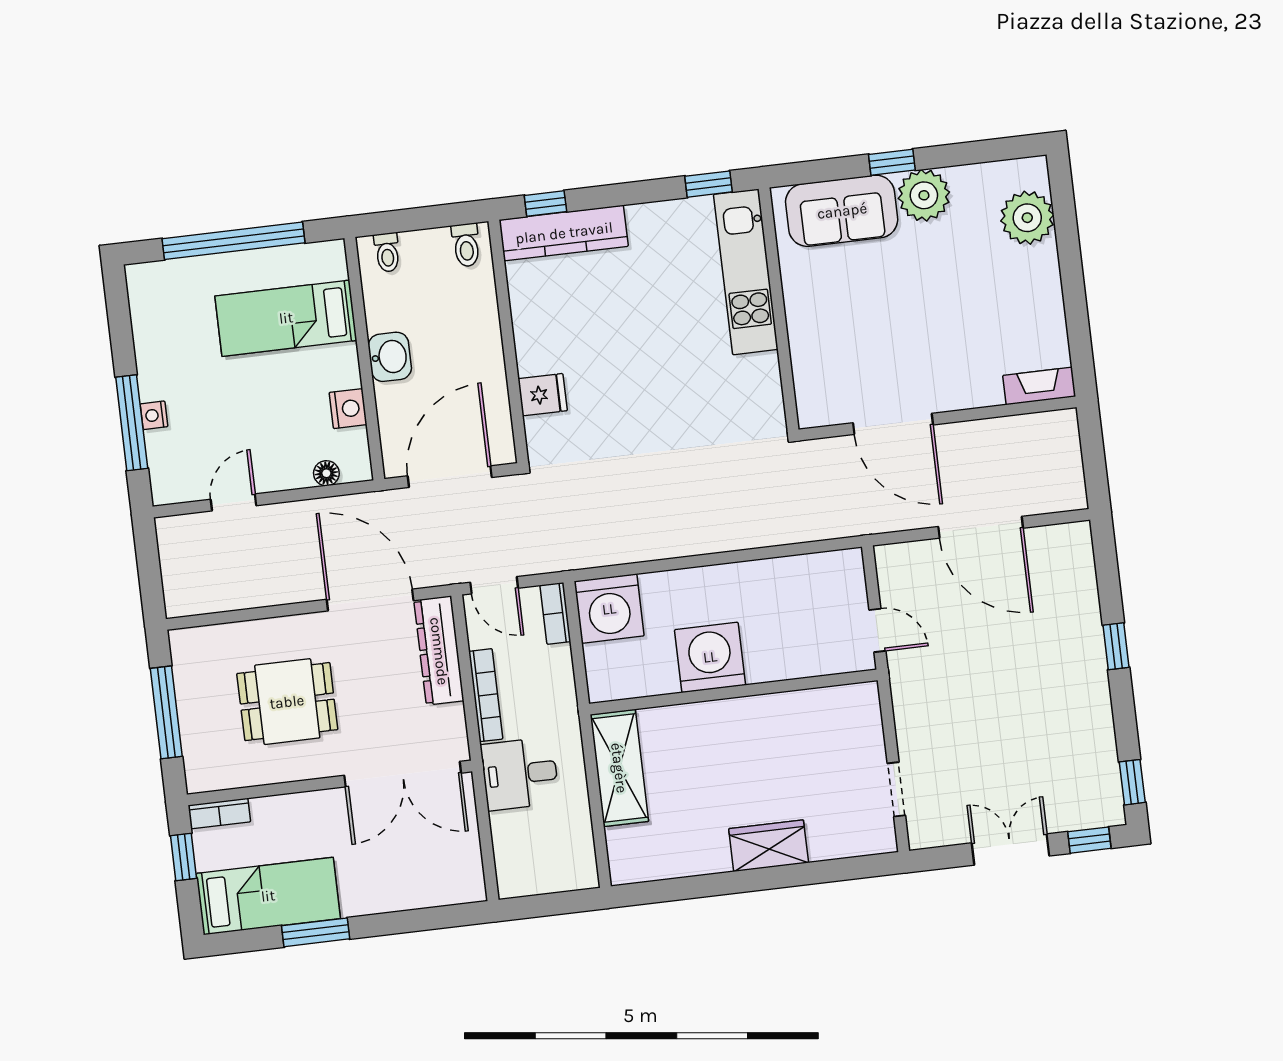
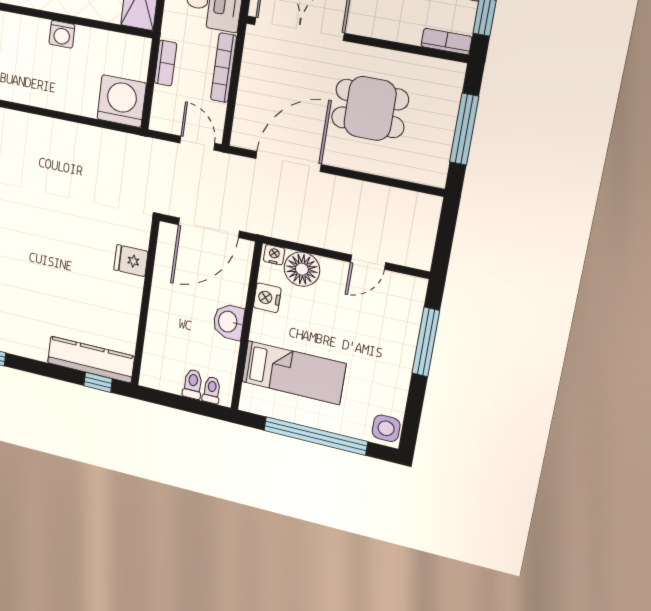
toilet: (466, 245) -> (193, 384), moved
side table: (147, 287) -> (386, 428), added
nightstand: (154, 415) -> (274, 255), moved, turned -90
floor lamp: (326, 473) -> (302, 269), width x1.89, depth x1.89
door: (370, 600) -> (288, 162), swing flipped
bookcase: (555, 613) -> (165, 63), moved
dresser: (439, 651) -> (249, 110), removed
washing machine: (710, 657) -> (62, 34), width x0.53, depth x0.53

